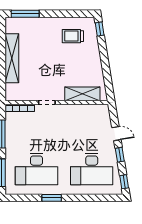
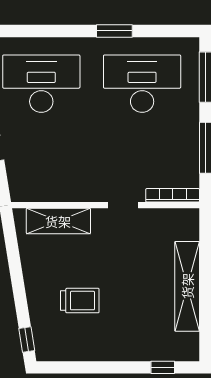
window: (25, 14) -> (163, 367), width x0.46
trolley: (73, 36) -> (80, 301), moved

